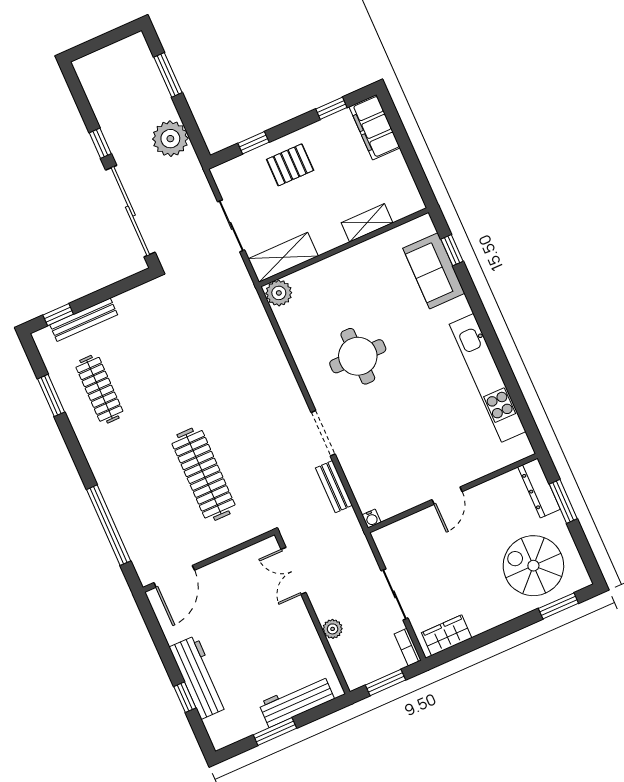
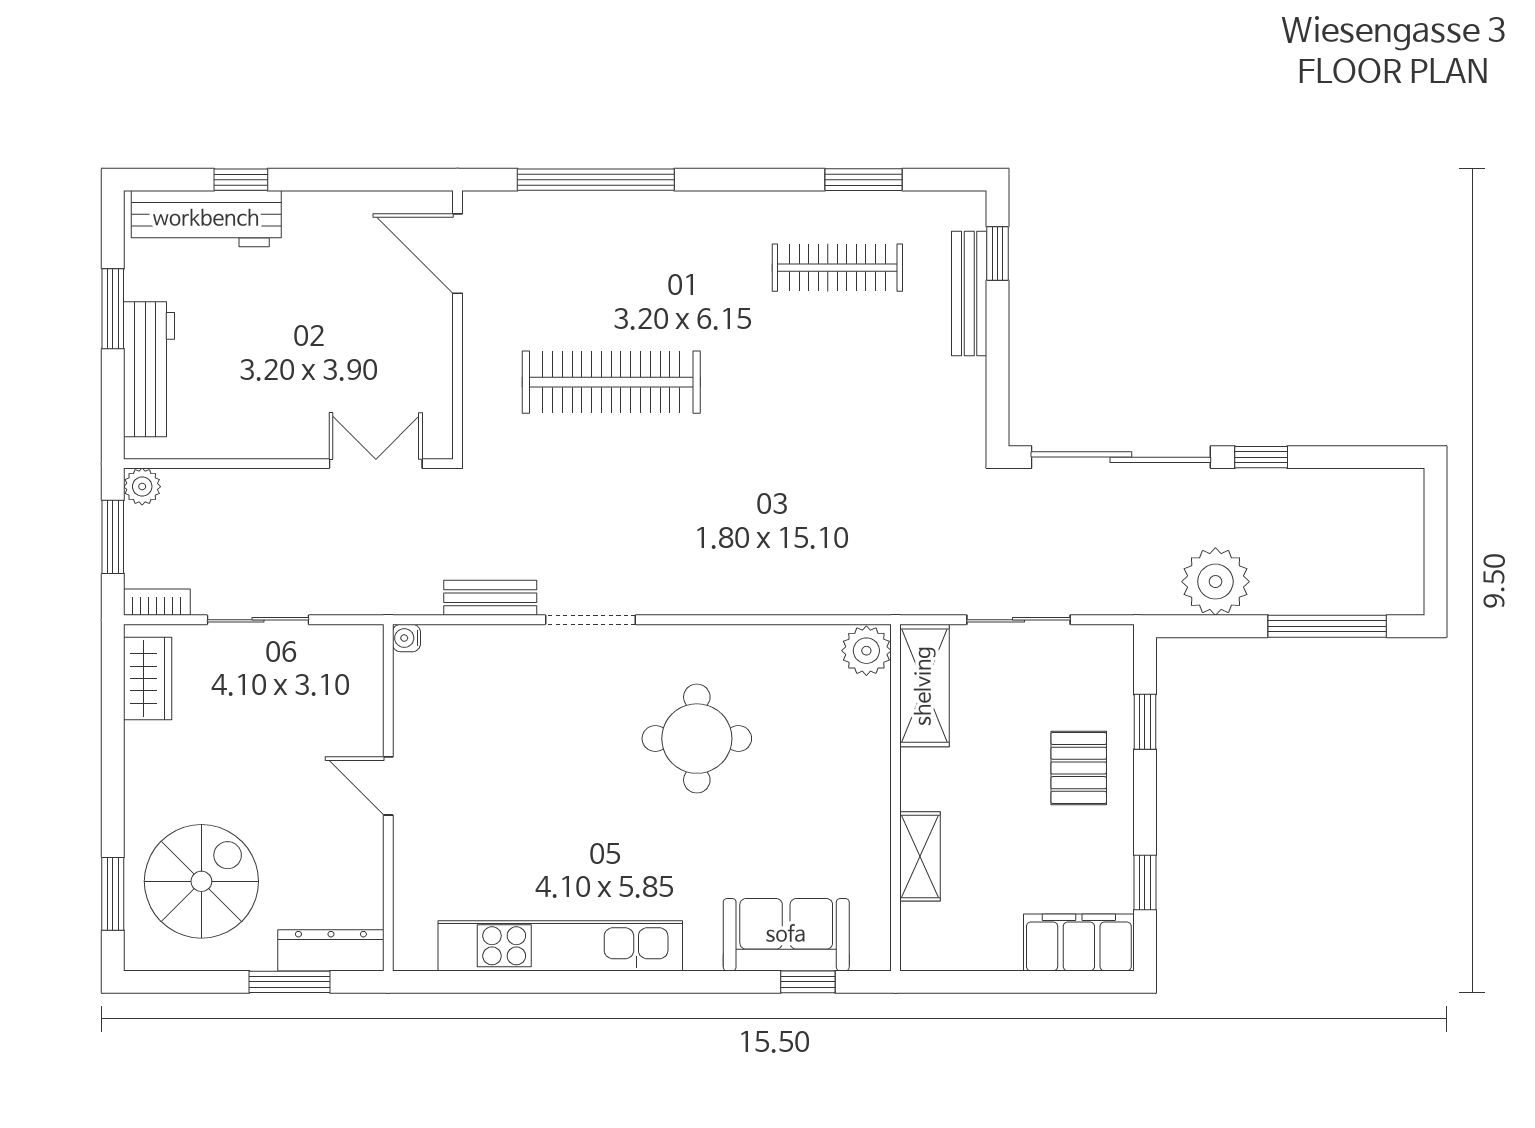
window: (168, 75) -> (1327, 626), width x1.44
plant: (333, 629) -> (142, 487), moved
workbench: (199, 677) -> (206, 219), moved

